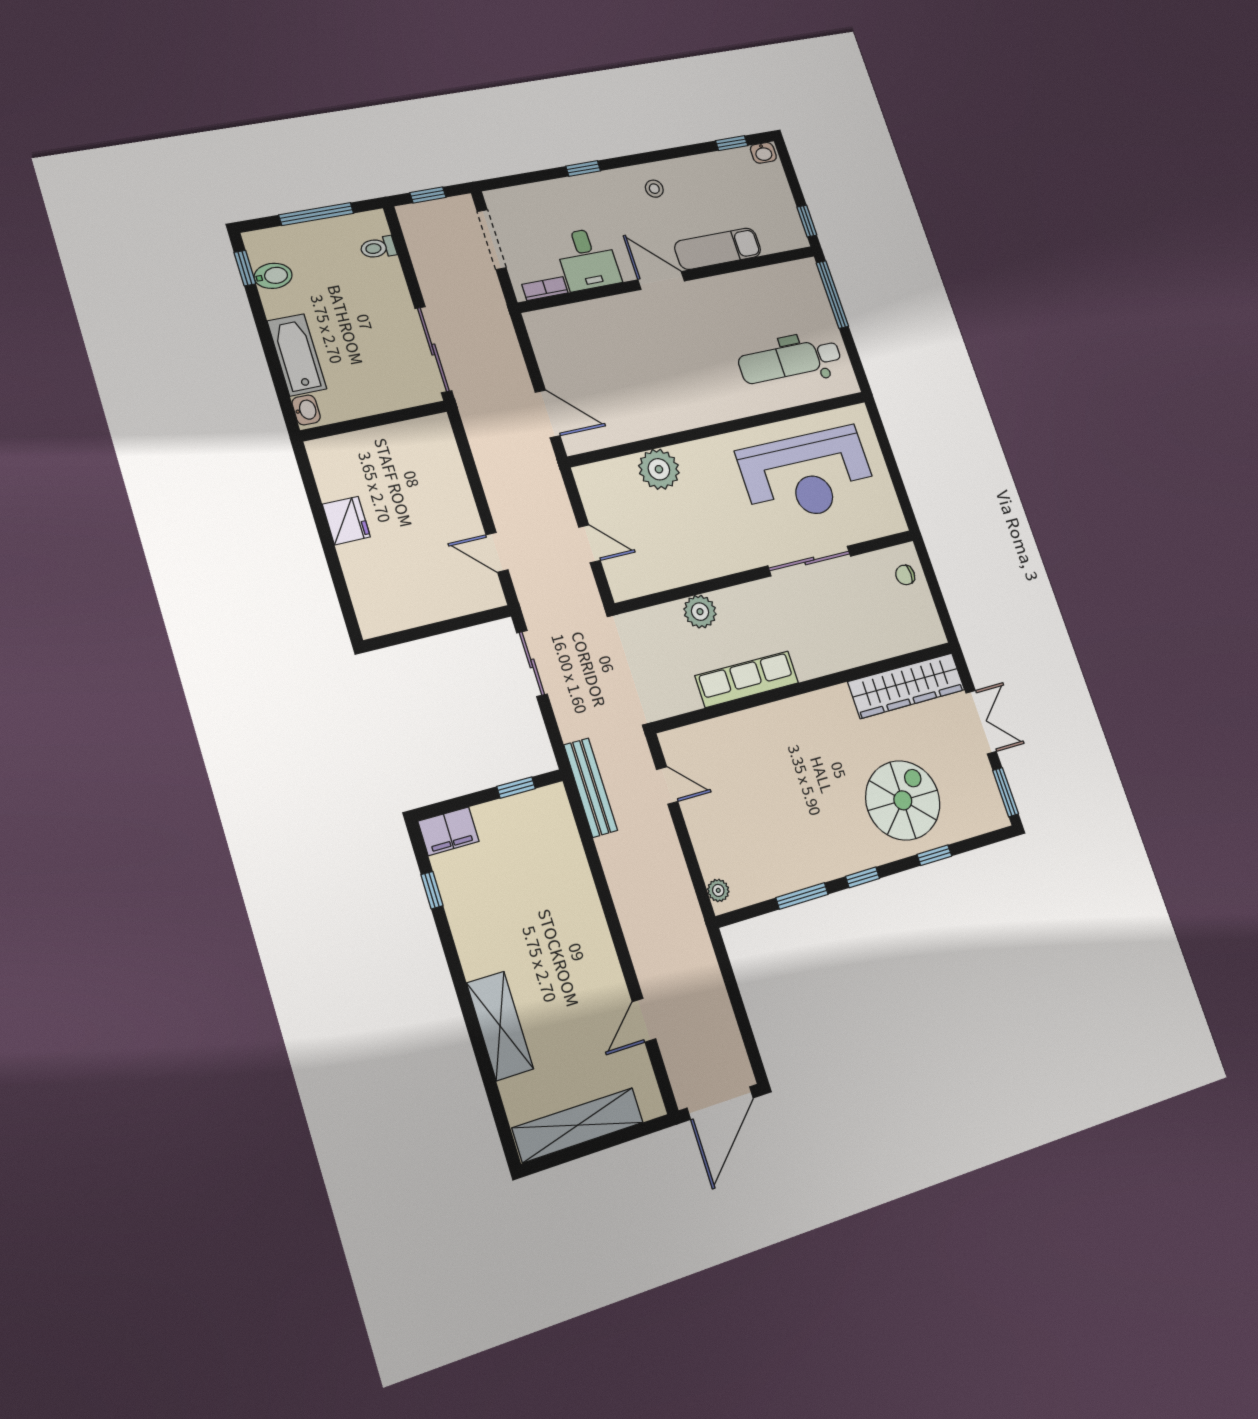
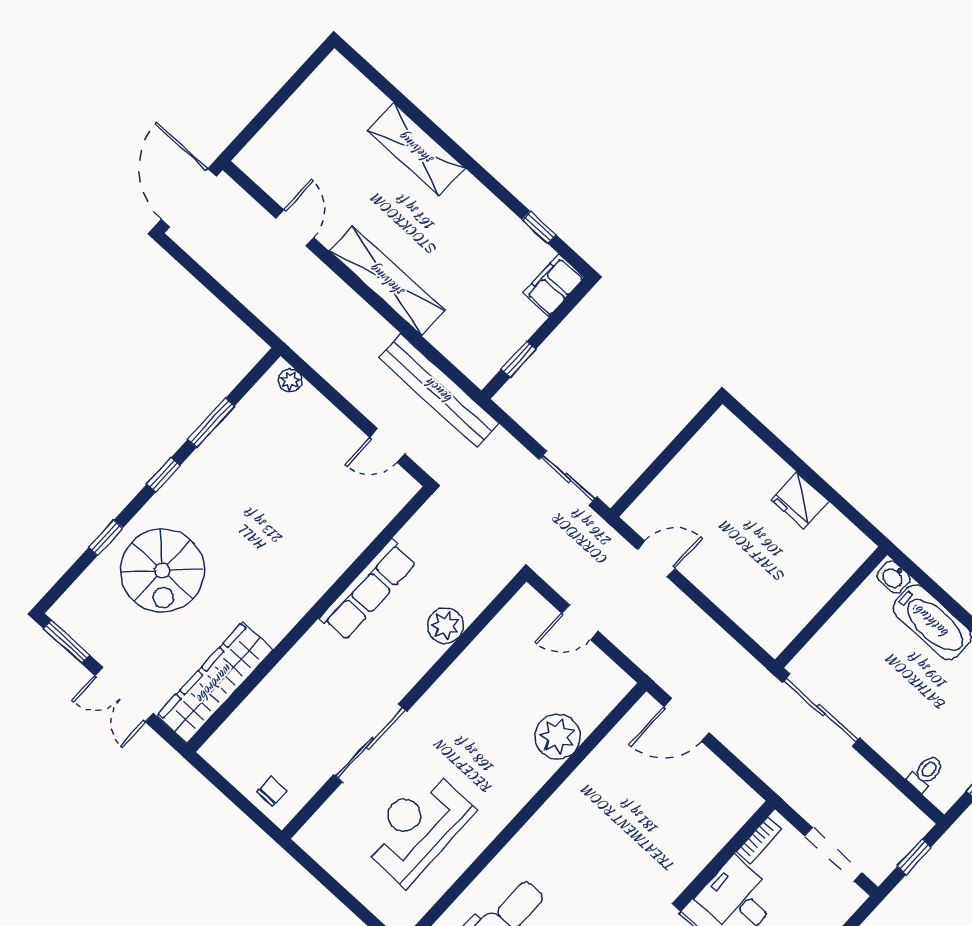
reception desk: (807, 475) -> (417, 827), width x0.74, depth x0.77
bench: (591, 788) -> (439, 391), width x1.37, depth x1.21
shelving: (578, 1125) -> (387, 281), moved, turned 90

